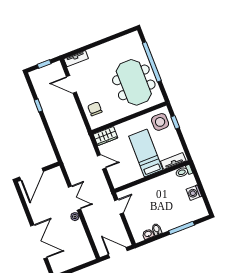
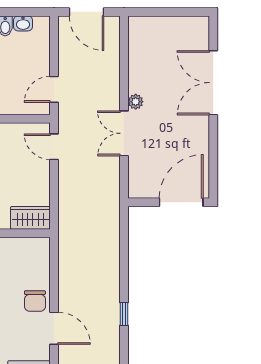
chair: (95, 109) -> (35, 301), moved
door: (102, 162) -> (54, 147), moved

